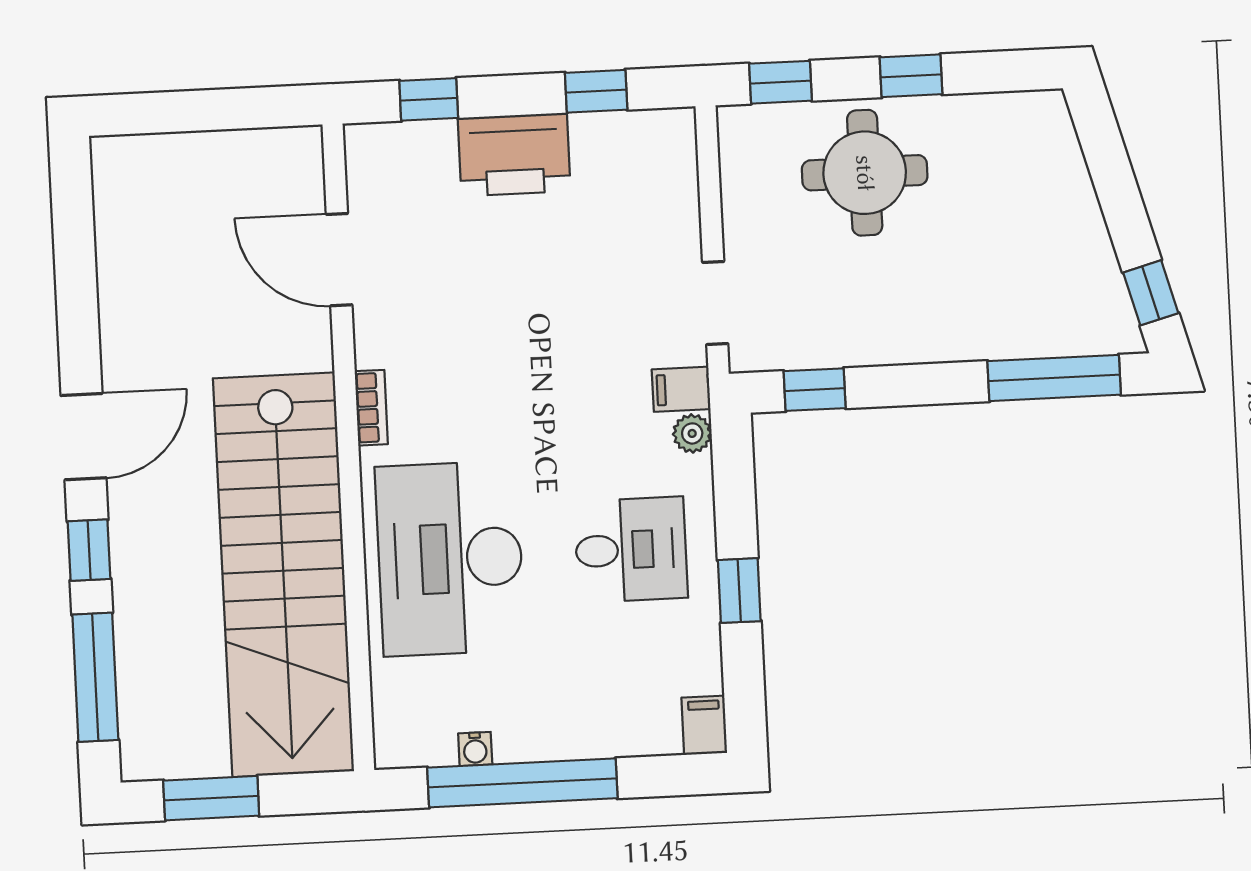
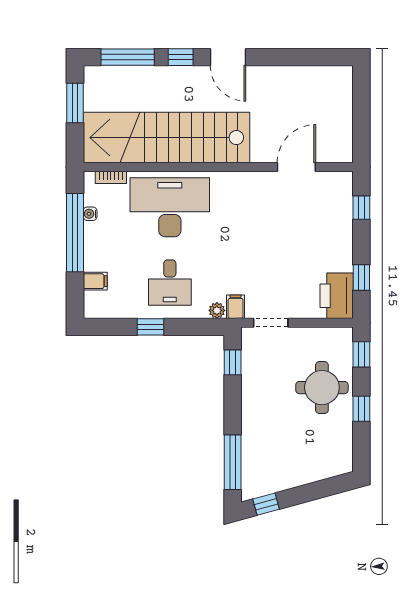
printer: (514, 155) -> (337, 296), moved
bookcase: (371, 408) -> (111, 177), moved
filing cabinet: (704, 725) -> (95, 281), moved

